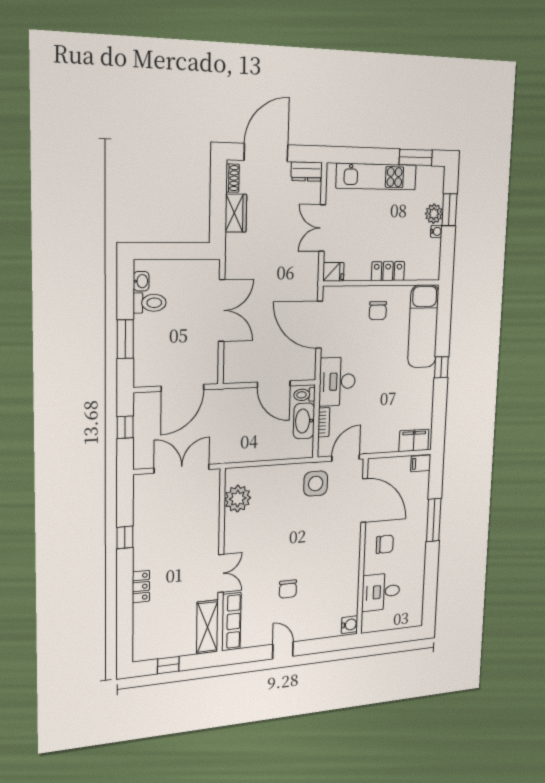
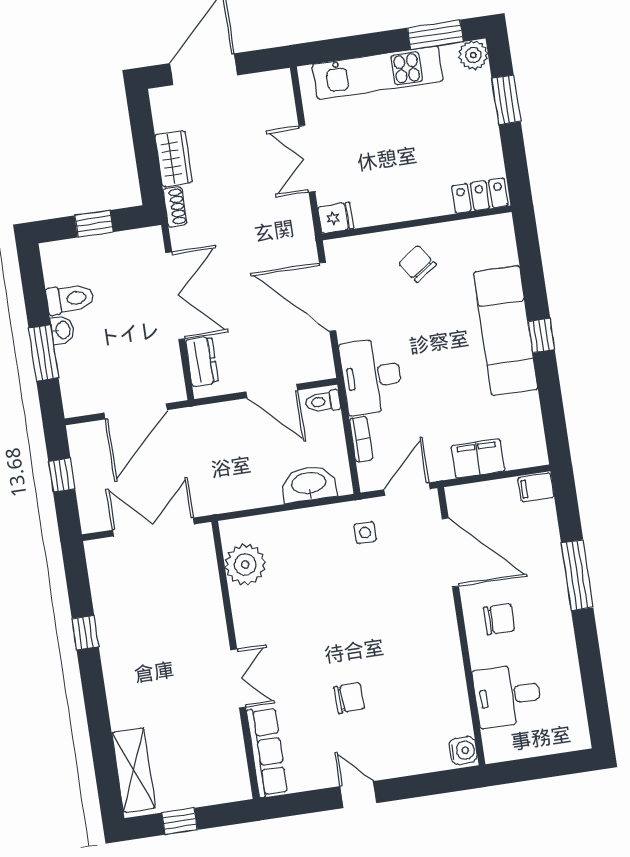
dresser: (307, 172) -> (202, 361), moved, turned -90
shoe rack: (233, 178) -> (175, 207), moved
plant: (434, 214) -> (473, 55), moved
water cooler: (436, 231) -> (491, 135), removed
window: (174, 251) -> (94, 224), added
locker: (388, 271) -> (480, 196), moved
washbasin: (141, 281) -> (62, 330), moved
chair: (378, 311) -> (417, 264), turned 145
exam couch: (423, 326) -> (506, 331), moved
washbasin: (304, 421) -> (309, 484), moved, turned 90
filing cabinet: (414, 440) -> (478, 458), moved
side table: (316, 484) -> (365, 533), width x0.54, depth x0.54
locker: (141, 587) -> (120, 704), removed
chair: (288, 589) -> (349, 698), turned -93
shelving: (207, 627) -> (134, 770), moved

